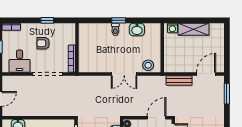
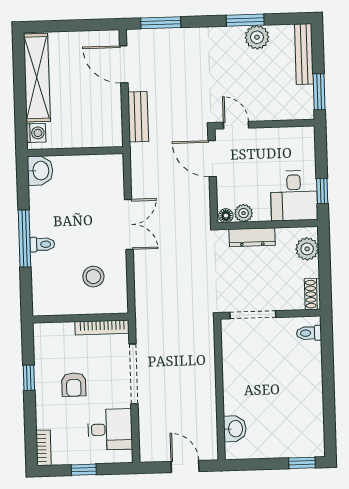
window: (119, 20) -> (24, 238), width x2.17
shelving: (194, 29) -> (37, 78), width x1.47
washbasin: (137, 30) -> (40, 171), moved
stool: (148, 65) -> (93, 277), moved

